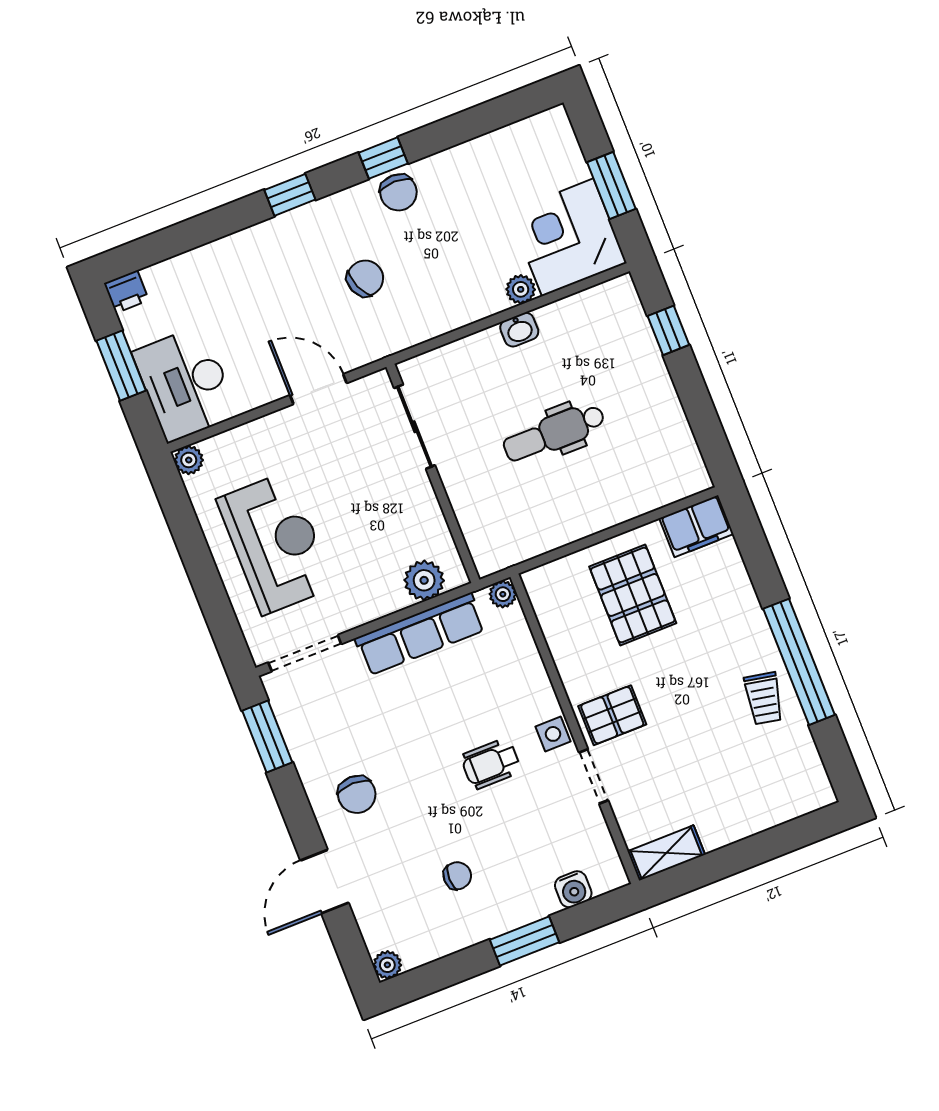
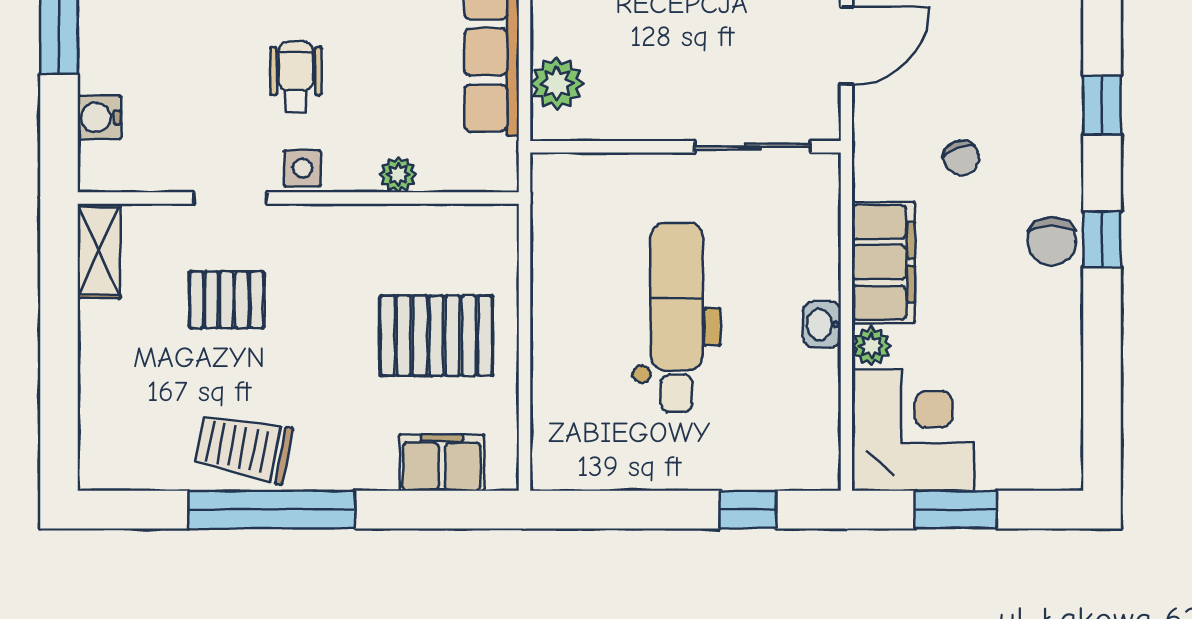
chair: (398, 192) -> (1052, 241), turned -90
chair: (365, 278) -> (961, 158), width x0.73, depth x0.73
filing cabinet: (459, 304) -> (883, 262), added
dental chair: (554, 433) -> (677, 317), width x1.36, depth x1.38
filing cabinet: (696, 526) -> (442, 463), moved, turned 90
plant: (503, 594) -> (398, 174), moved
trolley: (764, 698) -> (243, 448), width x1.36, depth x1.39
pallet: (612, 715) -> (227, 300), moved, turned 90

